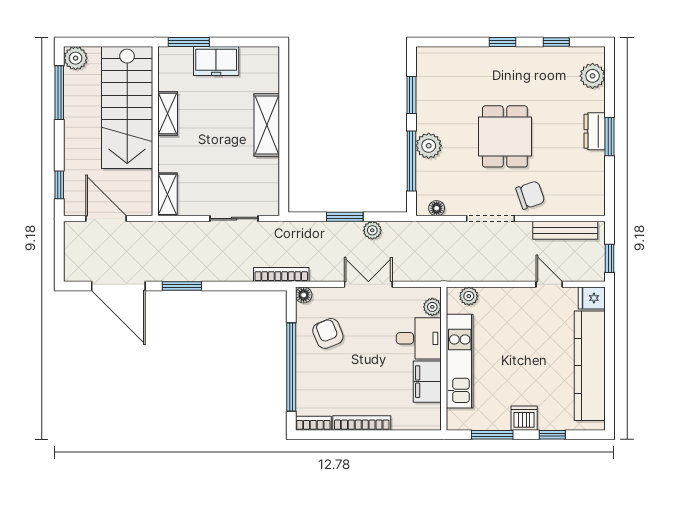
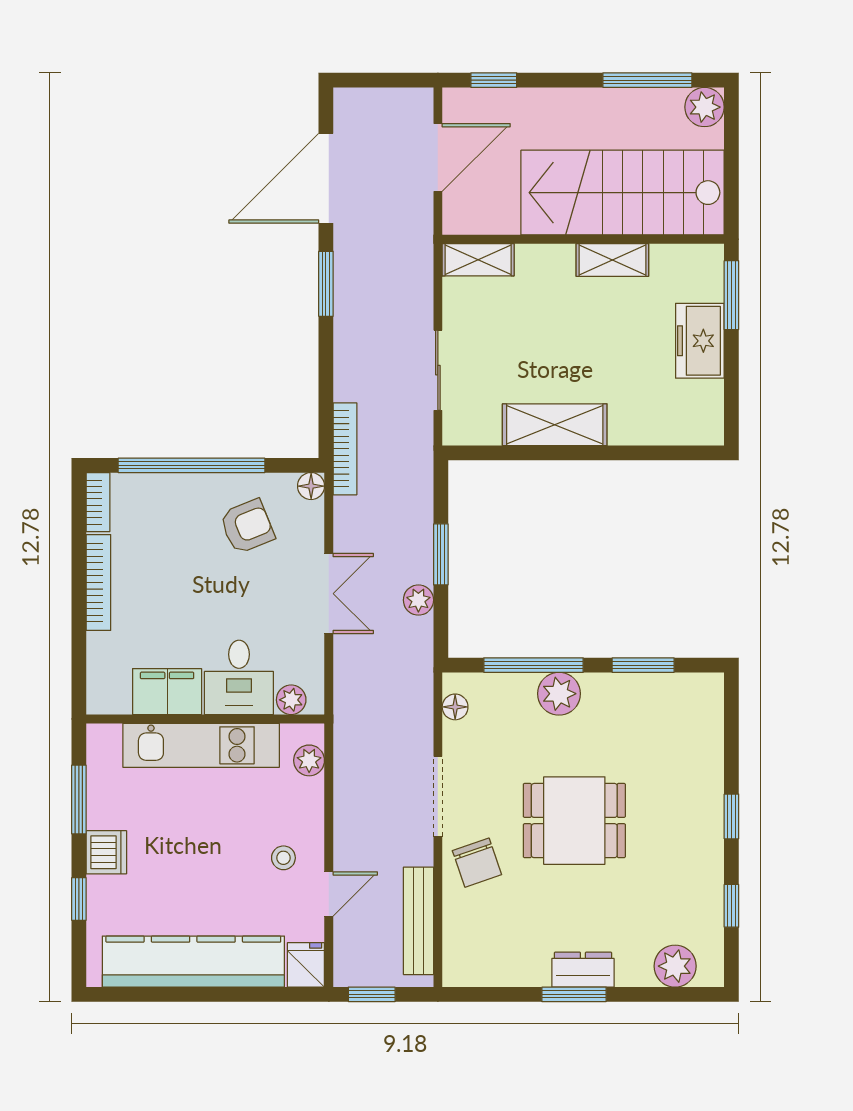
shelving: (267, 125) -> (555, 425), moved
stool: (527, 312) -> (283, 858), added

